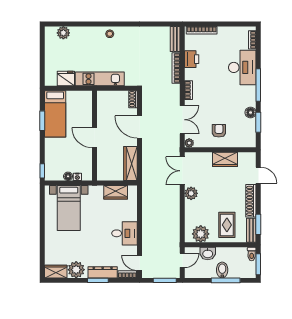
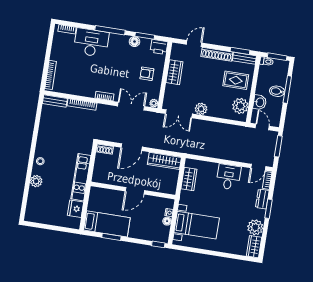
plant: (63, 33) -> (36, 181), moved
printer: (192, 59) -> (159, 47), moved, turned 180
dresser: (103, 272) -> (262, 199), width x0.70

